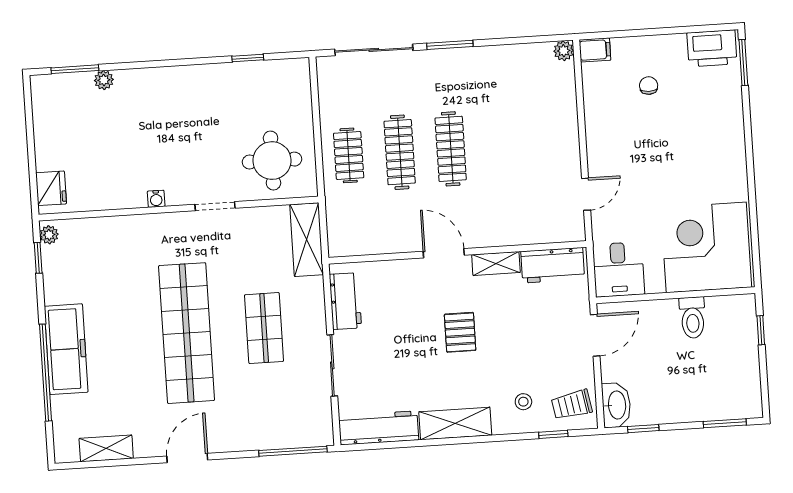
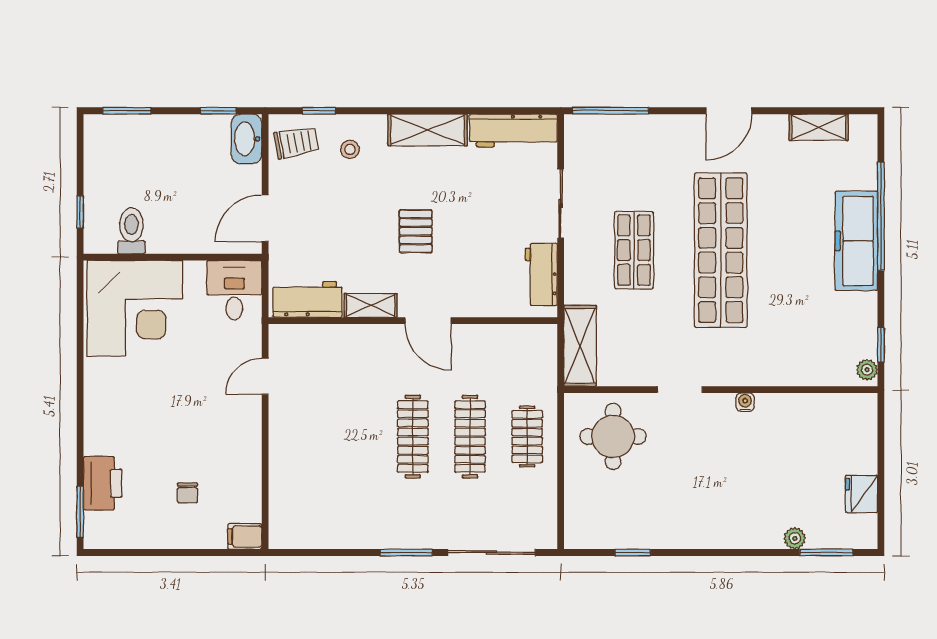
printer: (712, 48) -> (103, 483), moved, turned 90
plant: (564, 51) -> (280, 538), removed
fridge: (51, 188) -> (862, 494), moved
toilet: (693, 318) -> (131, 231), moved

